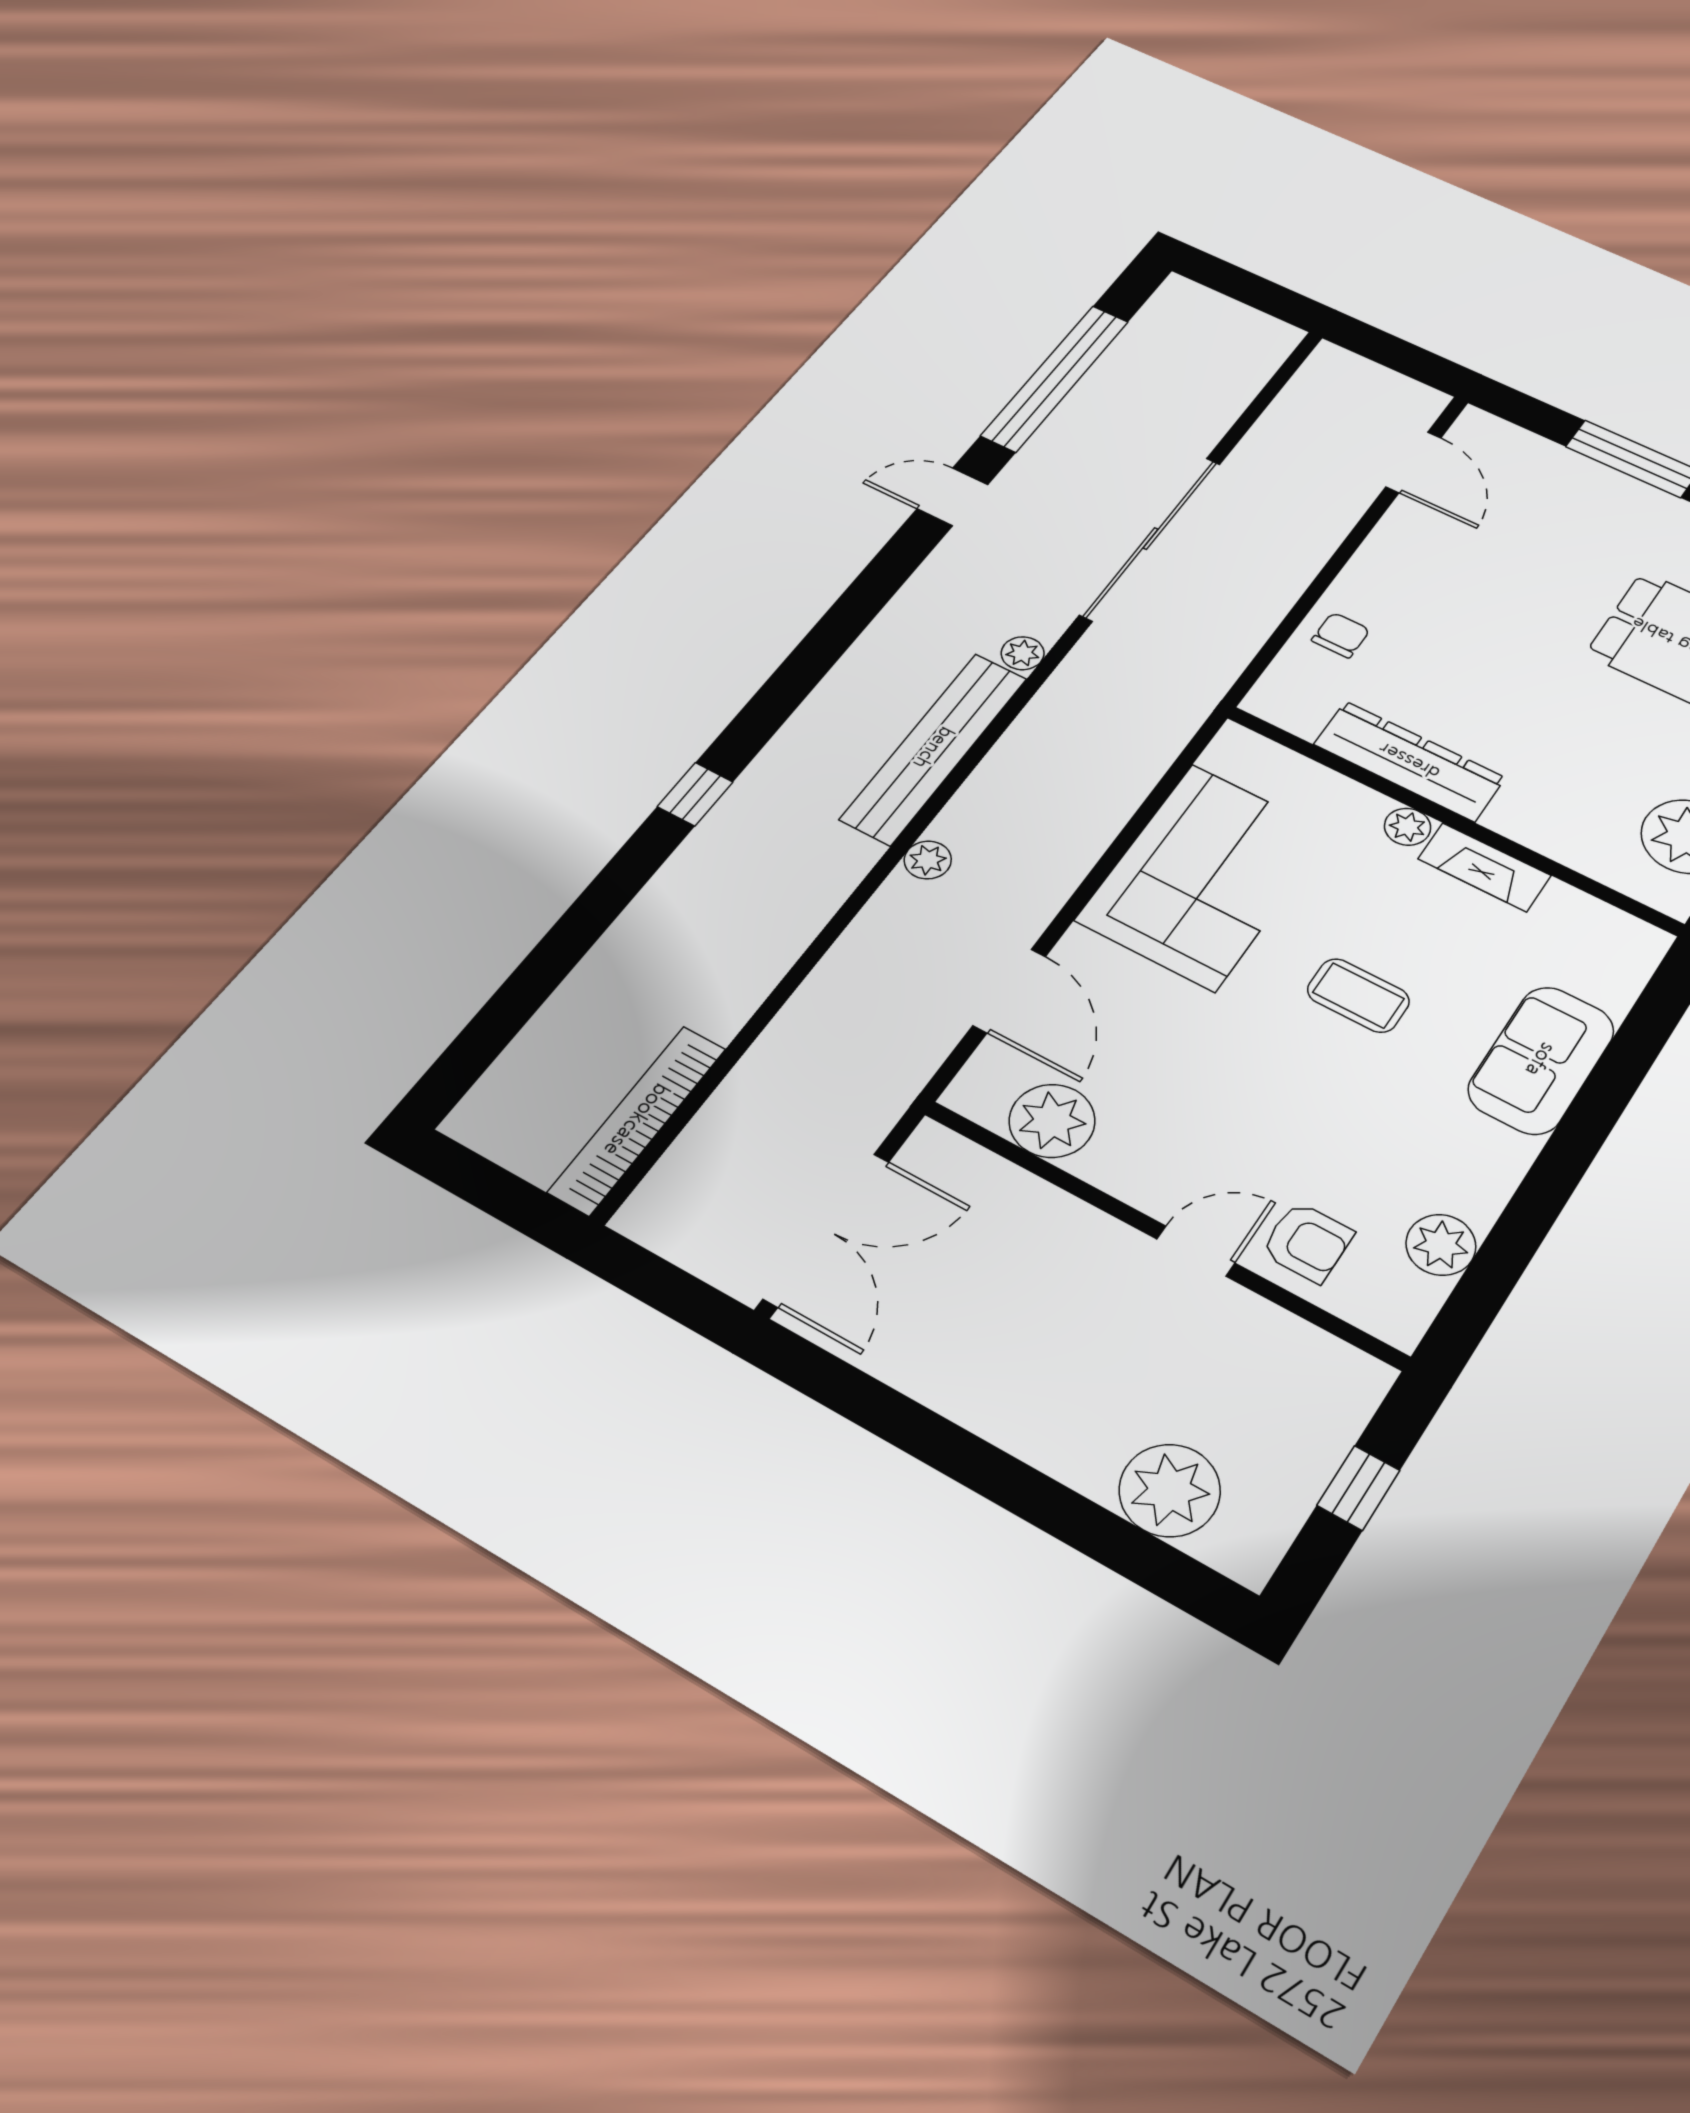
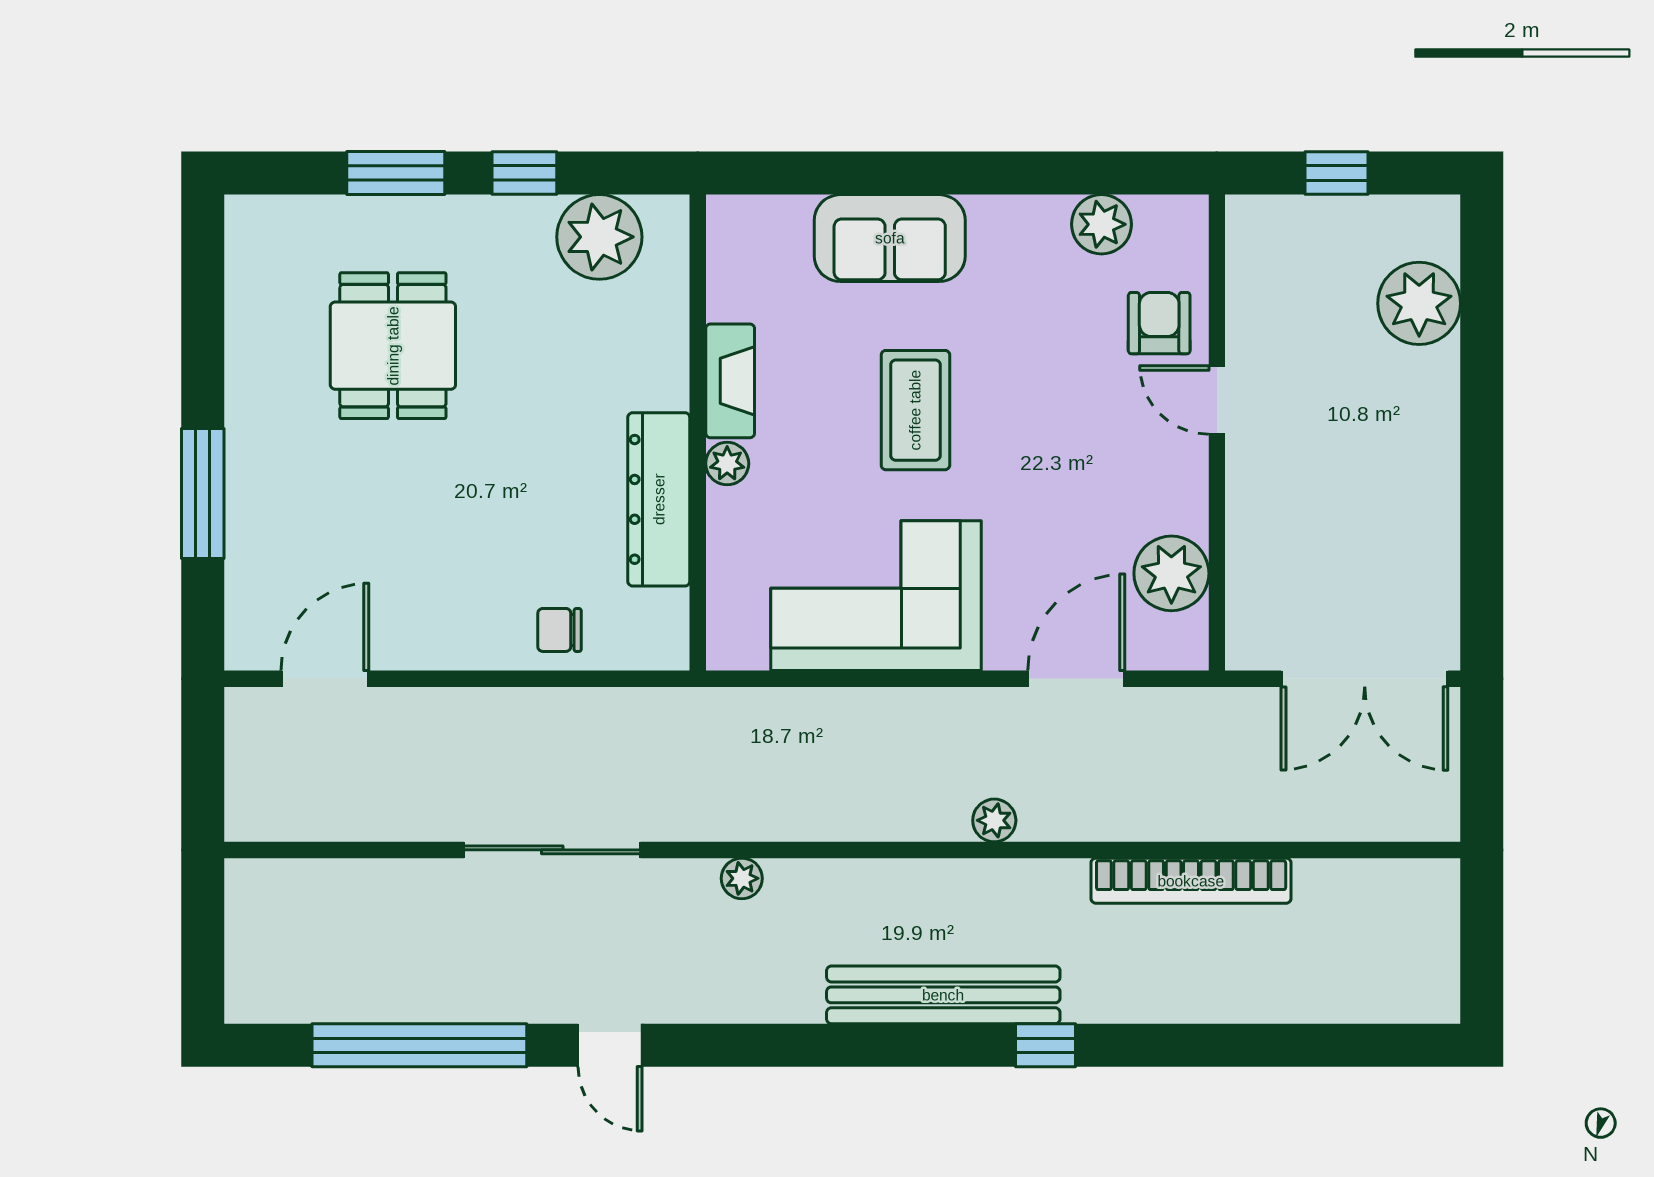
sliding door: (1151, 539) -> (552, 850), width x0.73
bench: (934, 748) -> (943, 995), moved
coffee table: (1358, 995) -> (915, 410), width x1.36, depth x1.30
bookcase: (637, 1120) -> (1191, 881), moved
double door: (827, 1230) -> (1365, 679), swing flipped

